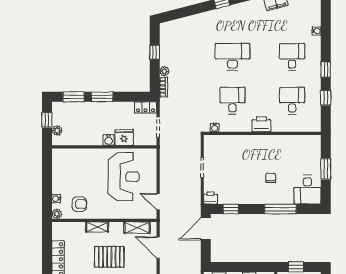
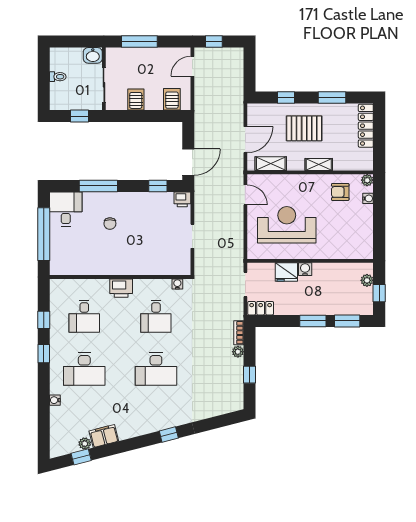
desk: (292, 57) -> (84, 369), width x1.37
window: (326, 169) -> (44, 234), width x2.11
reception desk: (124, 177) -> (287, 225), turned 90
door: (158, 247) -> (245, 140), hinge flipped

